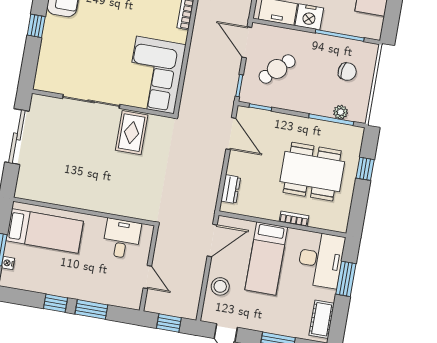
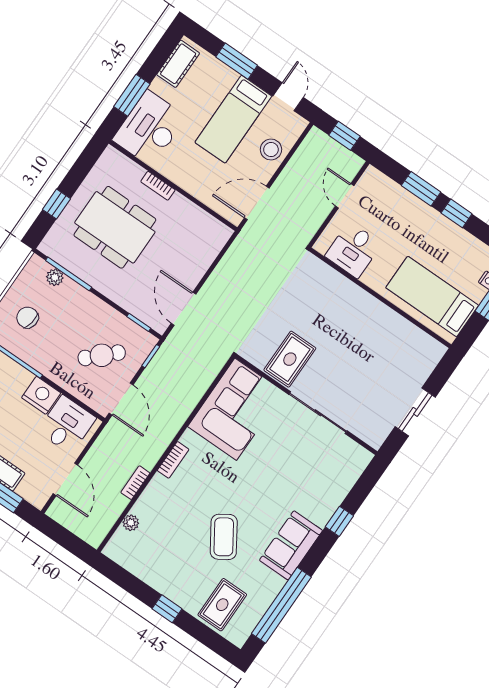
sliding door: (17, 137) -> (415, 412), width x0.73
dresser: (231, 189) -> (211, 249), removed
bed: (266, 258) -> (233, 119), moved, turned 180

